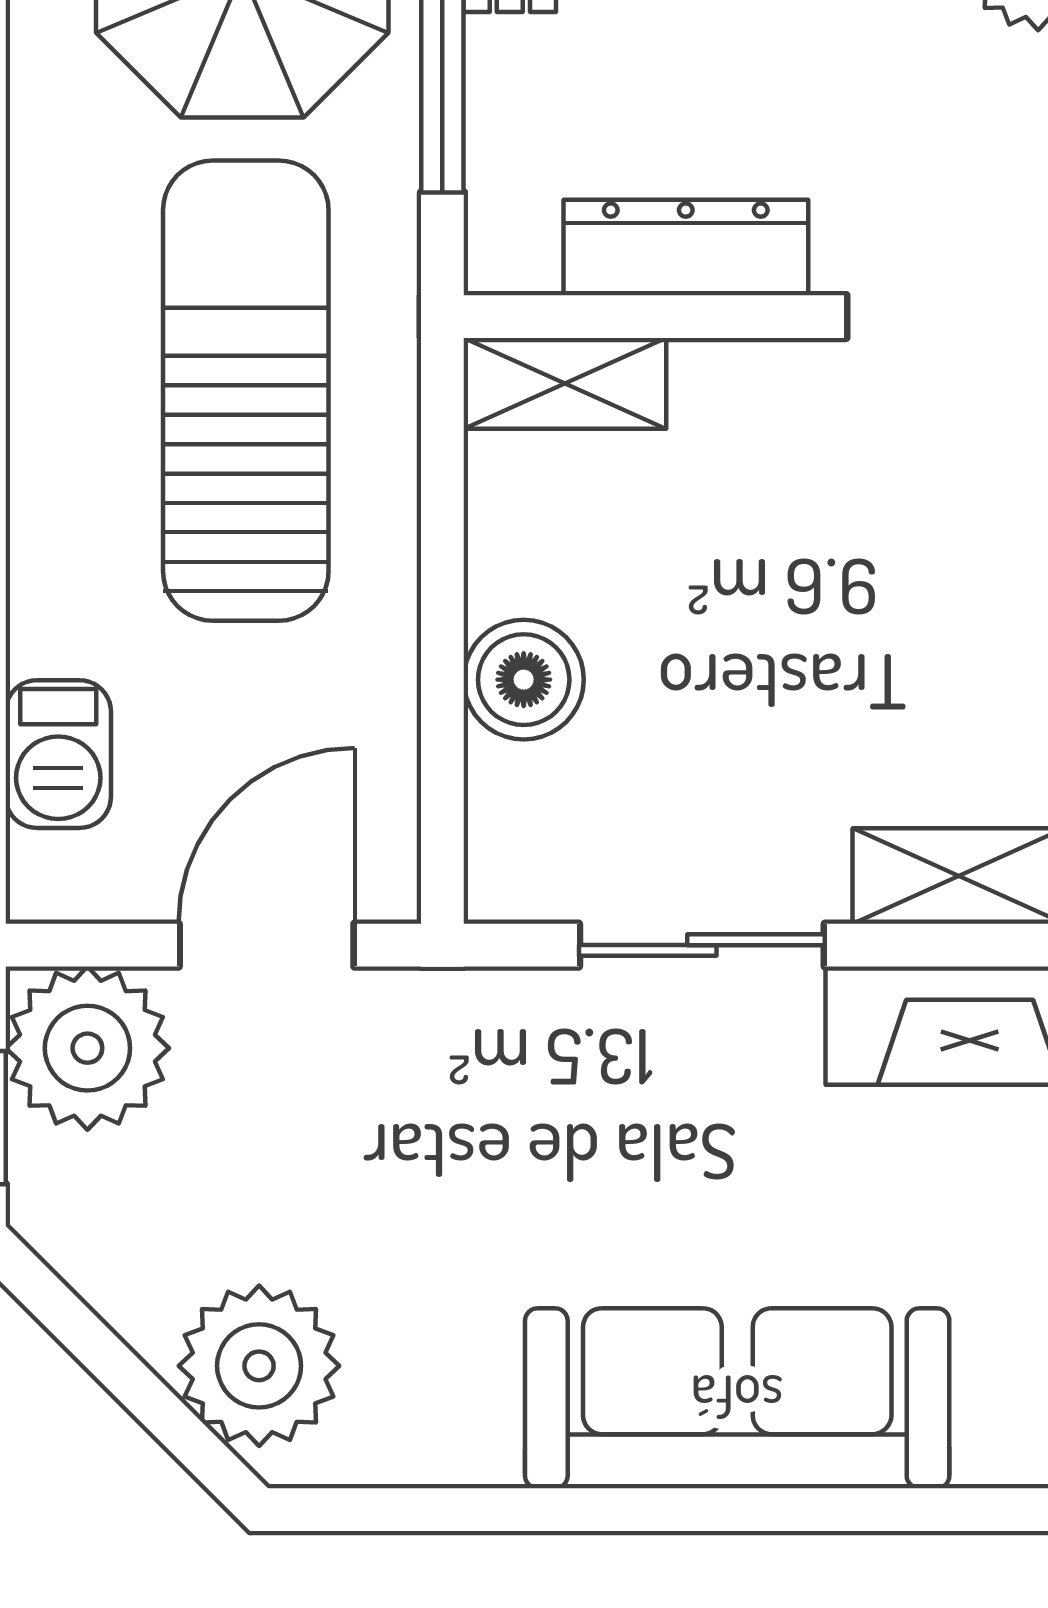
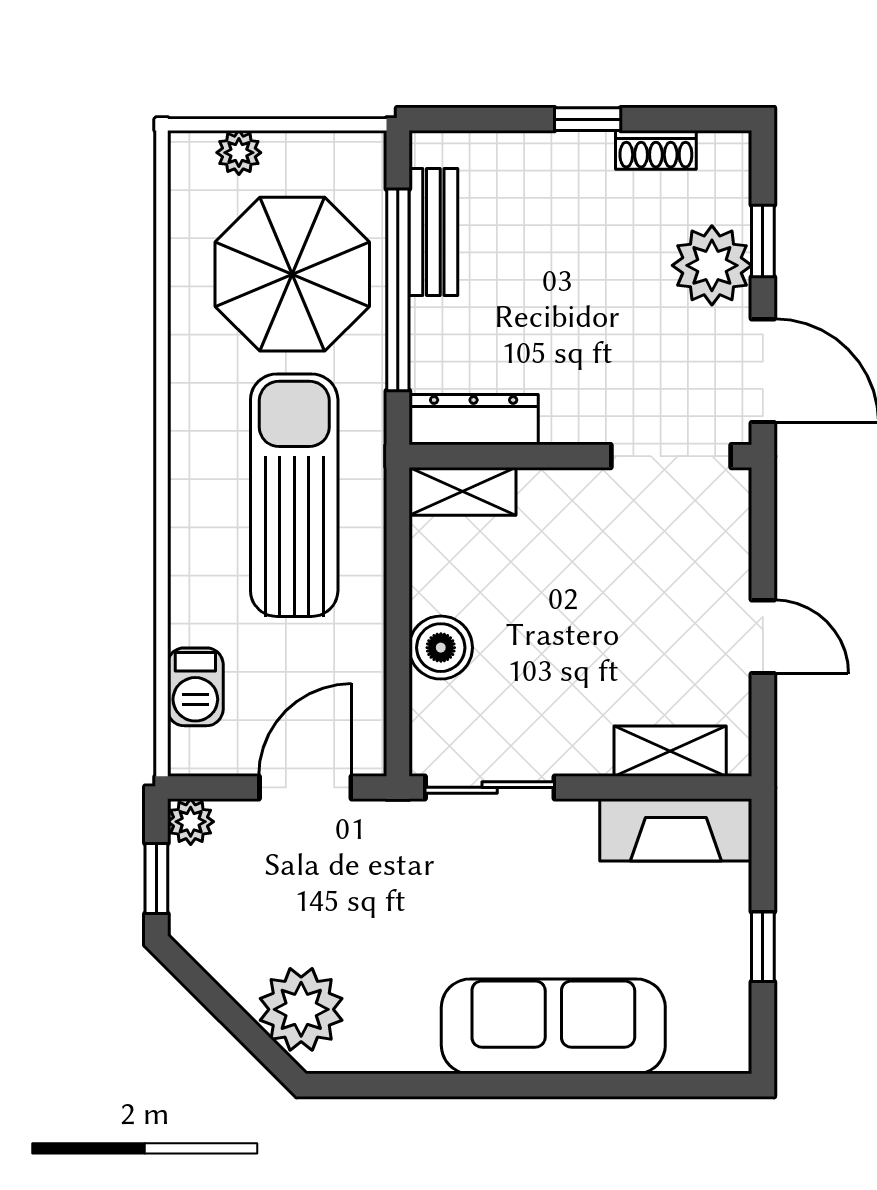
dresser: (686, 247) -> (474, 420), moved
sliding door: (702, 945) -> (490, 787), moved
plant: (87, 1048) -> (191, 822), width x0.53, depth x0.53

